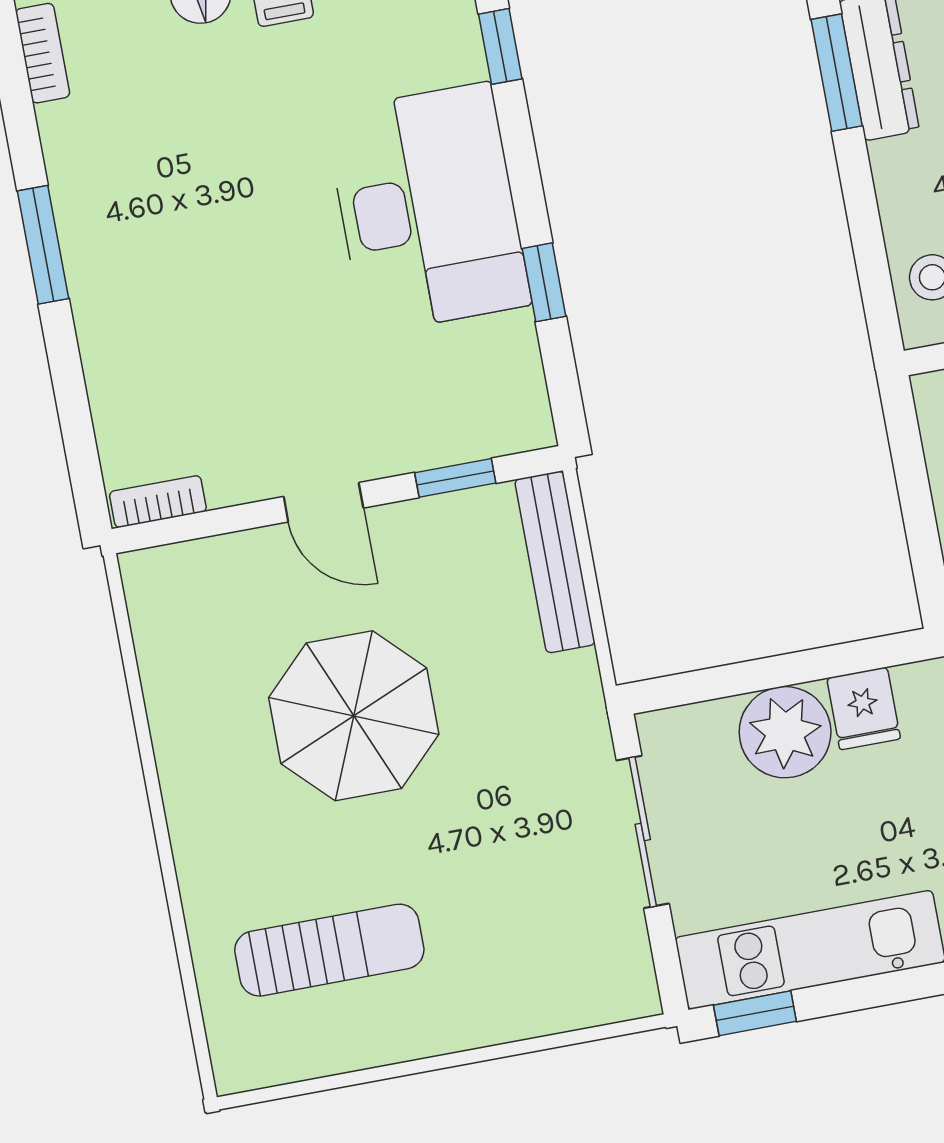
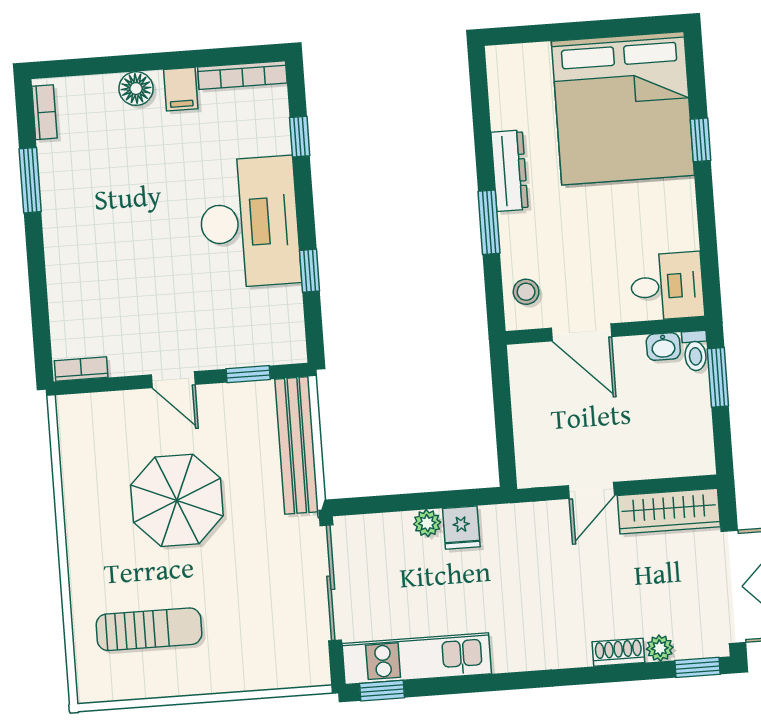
window: (837, 73) -> (489, 222), moved
window: (43, 245) -> (30, 180), moved
bench: (555, 562) -> (297, 445), width x1.37, depth x1.21
plant: (785, 732) -> (427, 523), width x0.53, depth x0.53
sliding door: (643, 832) -> (331, 583), width x1.37

